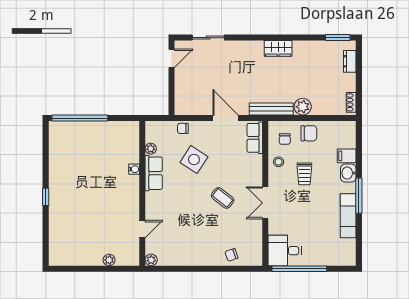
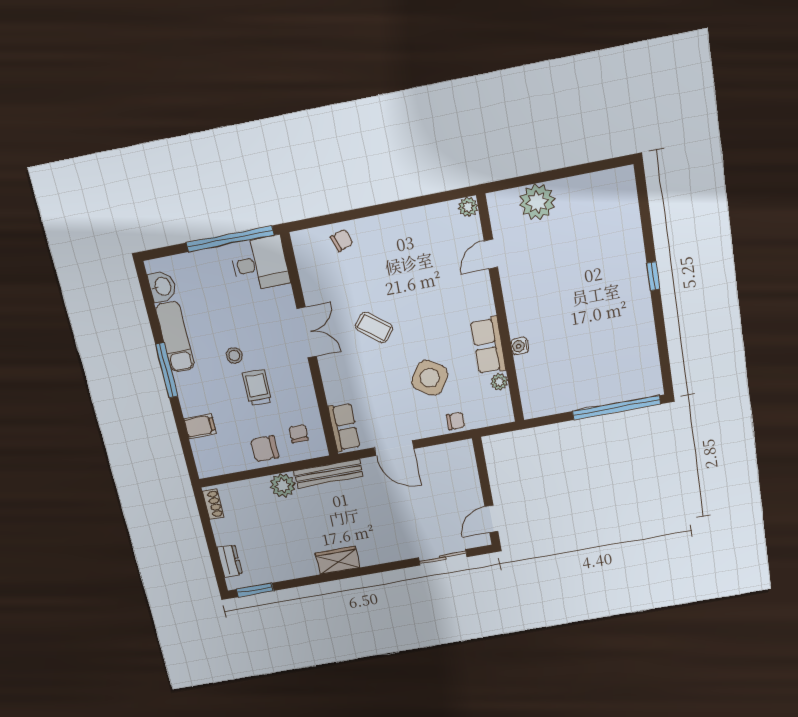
stool: (279, 162) -> (234, 356), moved
washbasin: (348, 173) -> (162, 287), moved
plant: (109, 260) -> (537, 202), width x1.87, depth x1.87

